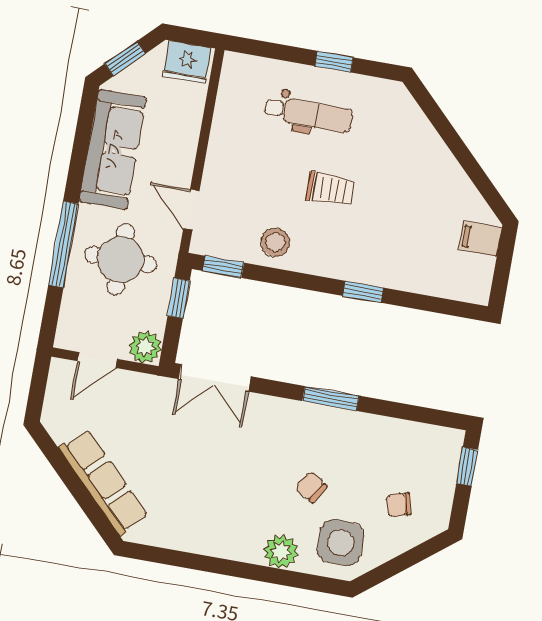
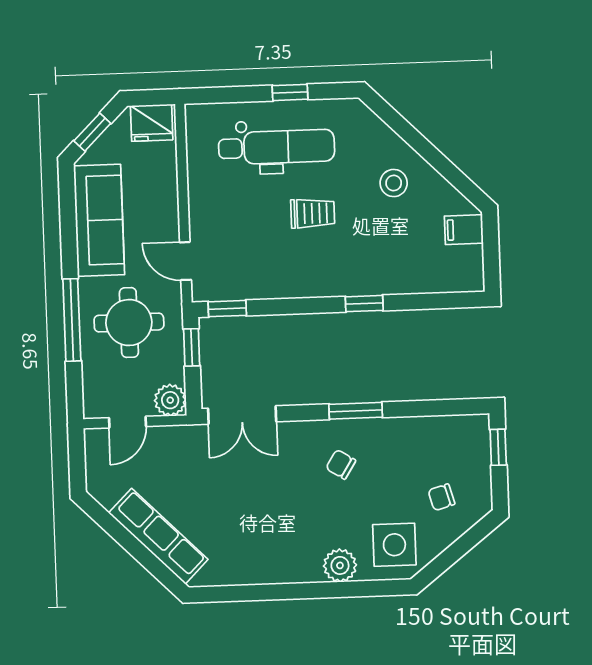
dental chair: (308, 114) -> (277, 147), width x1.36, depth x1.38
stool: (275, 242) -> (394, 183), moved
chair: (311, 487) -> (341, 464), moved

